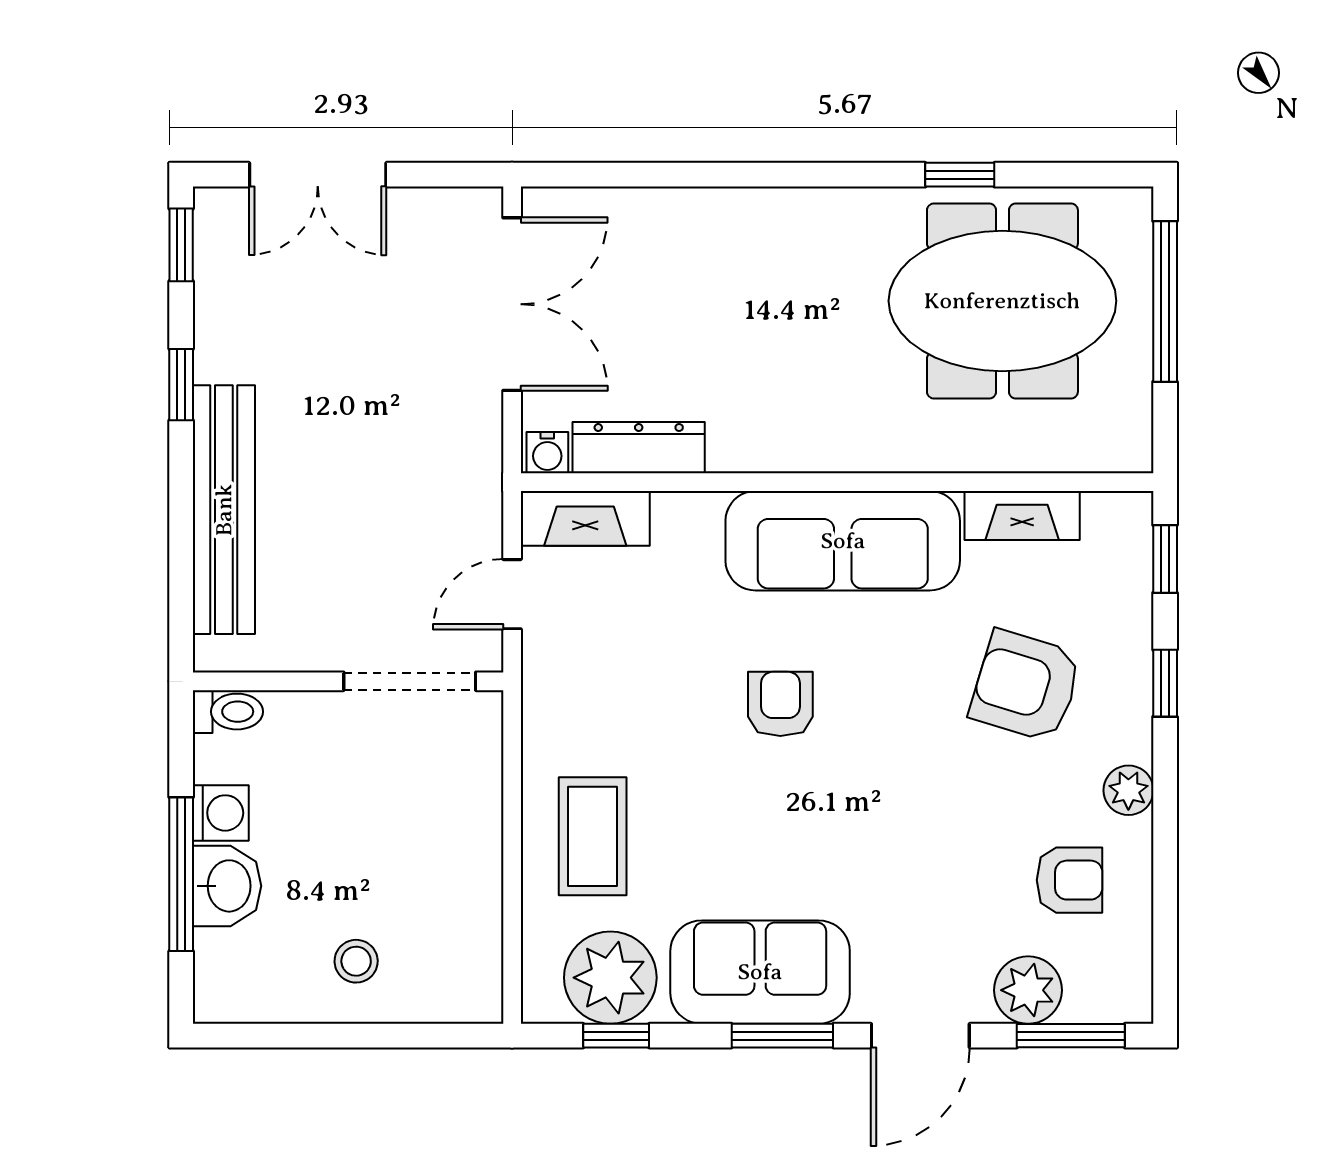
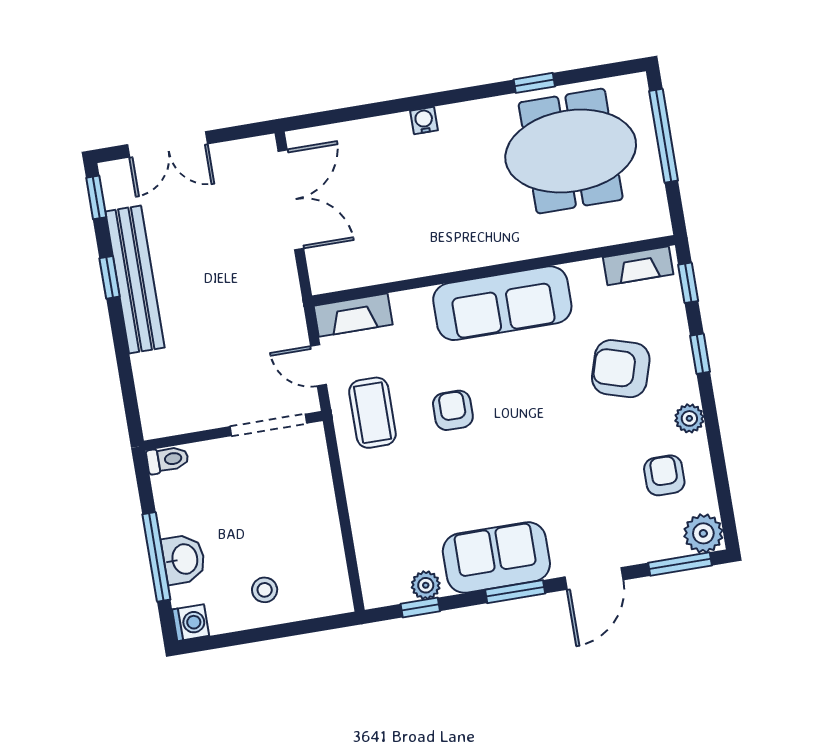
dresser: (639, 448) -> (377, 270), removed
water cooler: (547, 453) -> (424, 120), moved, turned 180
bench: (224, 510) -> (135, 279), moved
fireplace: (1022, 516) -> (638, 266), moved
door: (512, 594) -> (319, 365), hinge flipped
armchair: (780, 704) -> (453, 410), moved
washing machine: (221, 813) -> (191, 623), moved
coffee table: (593, 836) -> (372, 413), moved
armchair: (1070, 880) -> (664, 475), turned -90
plant: (610, 978) -> (426, 585), width x0.53, depth x0.53
plant: (1028, 990) -> (703, 533), moved

